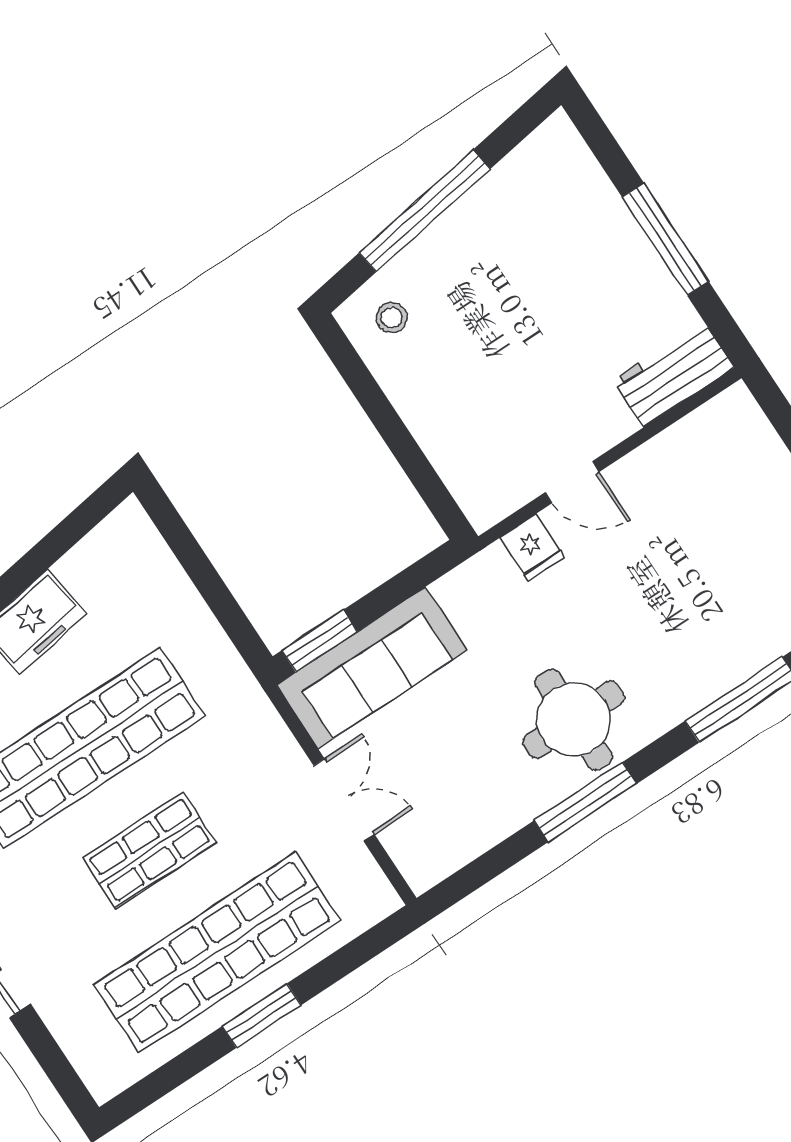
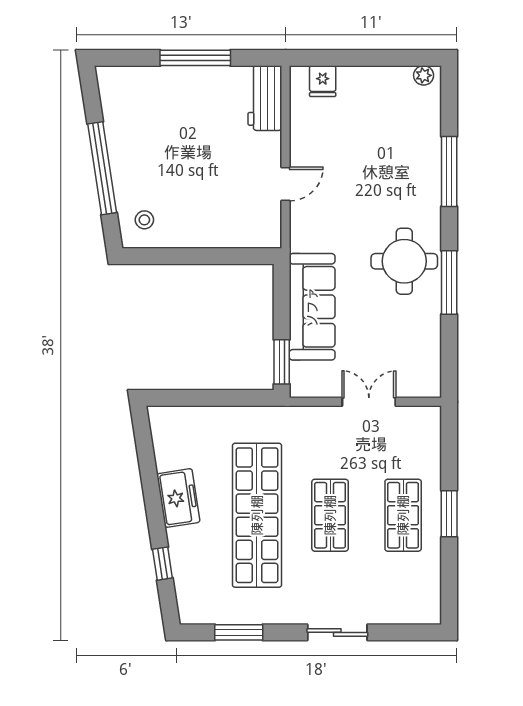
fridge: (532, 547) -> (323, 81), moved, turned 90
sofa: (372, 668) -> (312, 307), moved
shop shelf: (217, 952) -> (403, 515), width x0.50, depth x0.74

